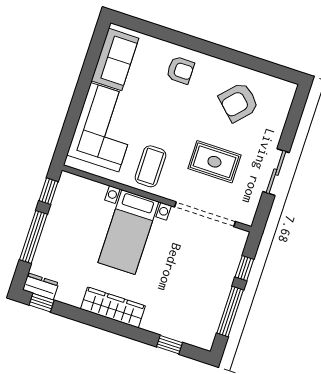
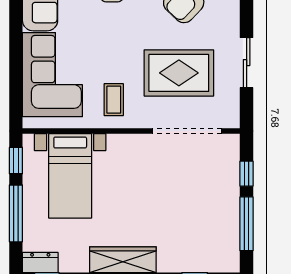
rug: (214, 162) -> (179, 73), width x1.36, depth x1.43
coffee table: (151, 166) -> (114, 100), width x0.73, depth x0.77
bed with nightstands: (128, 232) -> (70, 176), moved

